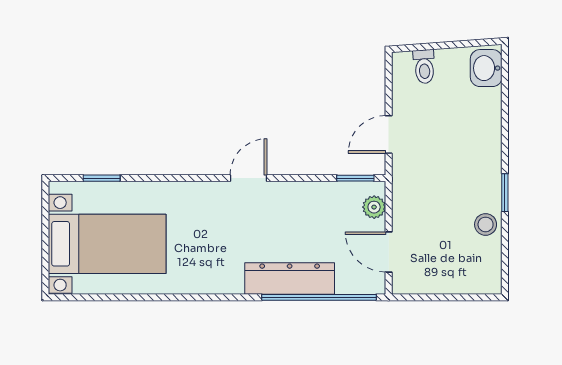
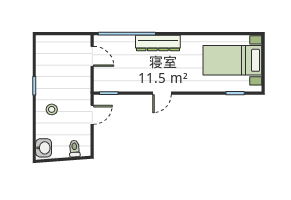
plant: (374, 207) -> (99, 79), removed
stool: (486, 224) -> (52, 109), moved
dresser: (290, 279) -> (158, 43), moved

